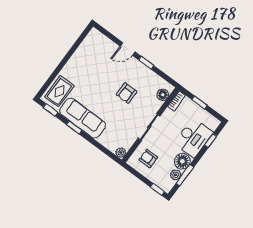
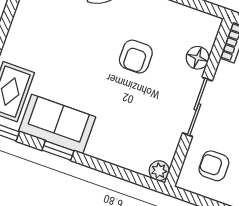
floor lamp: (163, 95) -> (198, 58), moved
sofa: (83, 118) -> (57, 124), width x0.73

